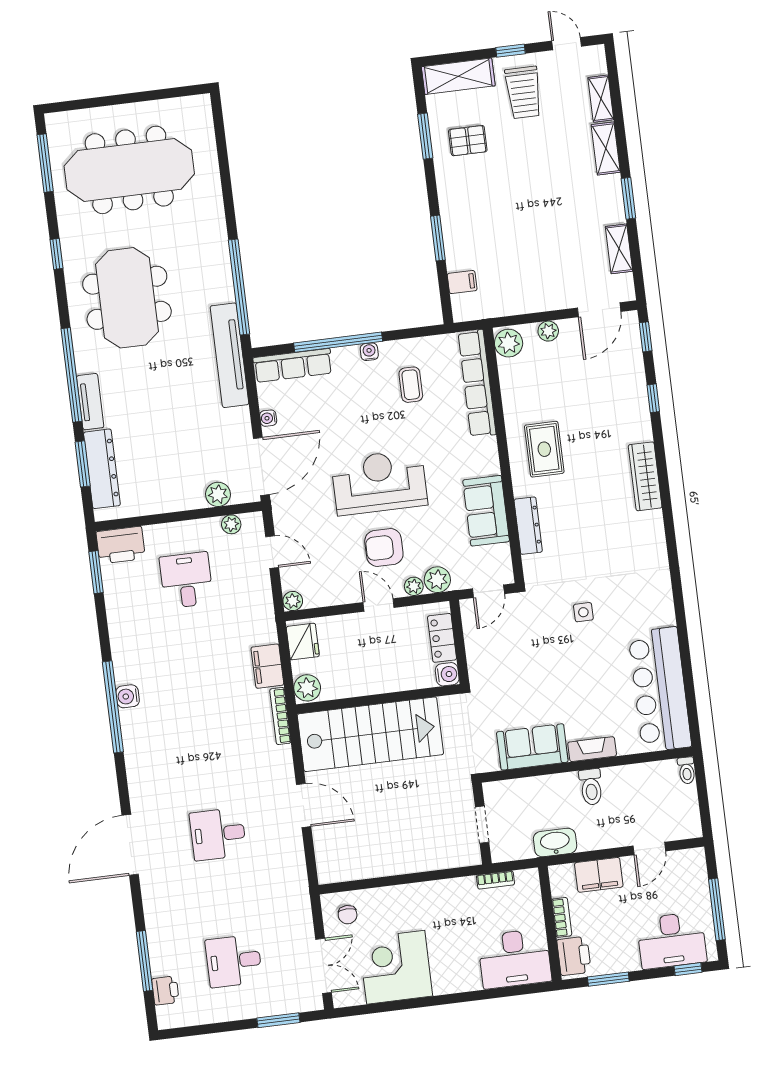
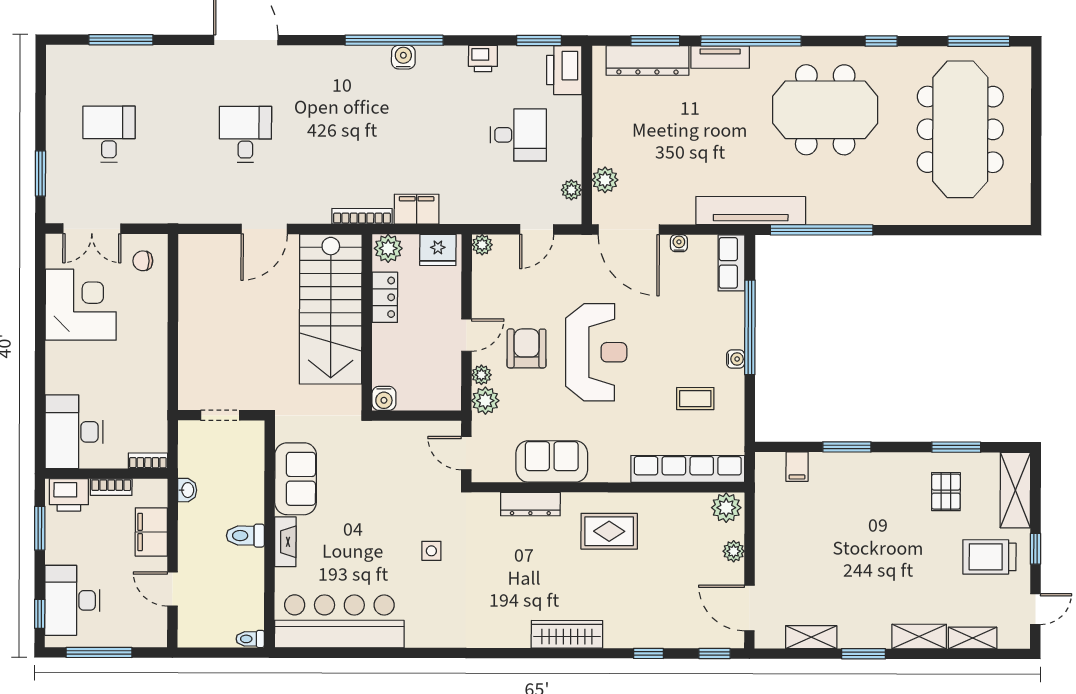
row of seats: (293, 365) -> (731, 263), width x0.68
locker: (442, 638) -> (385, 297), moved, turned 90
washbasin: (555, 842) -> (187, 490), width x0.52, depth x0.69
bookcase: (495, 880) -> (148, 461), moved, turned 90
printer: (165, 991) -> (483, 59), moved

